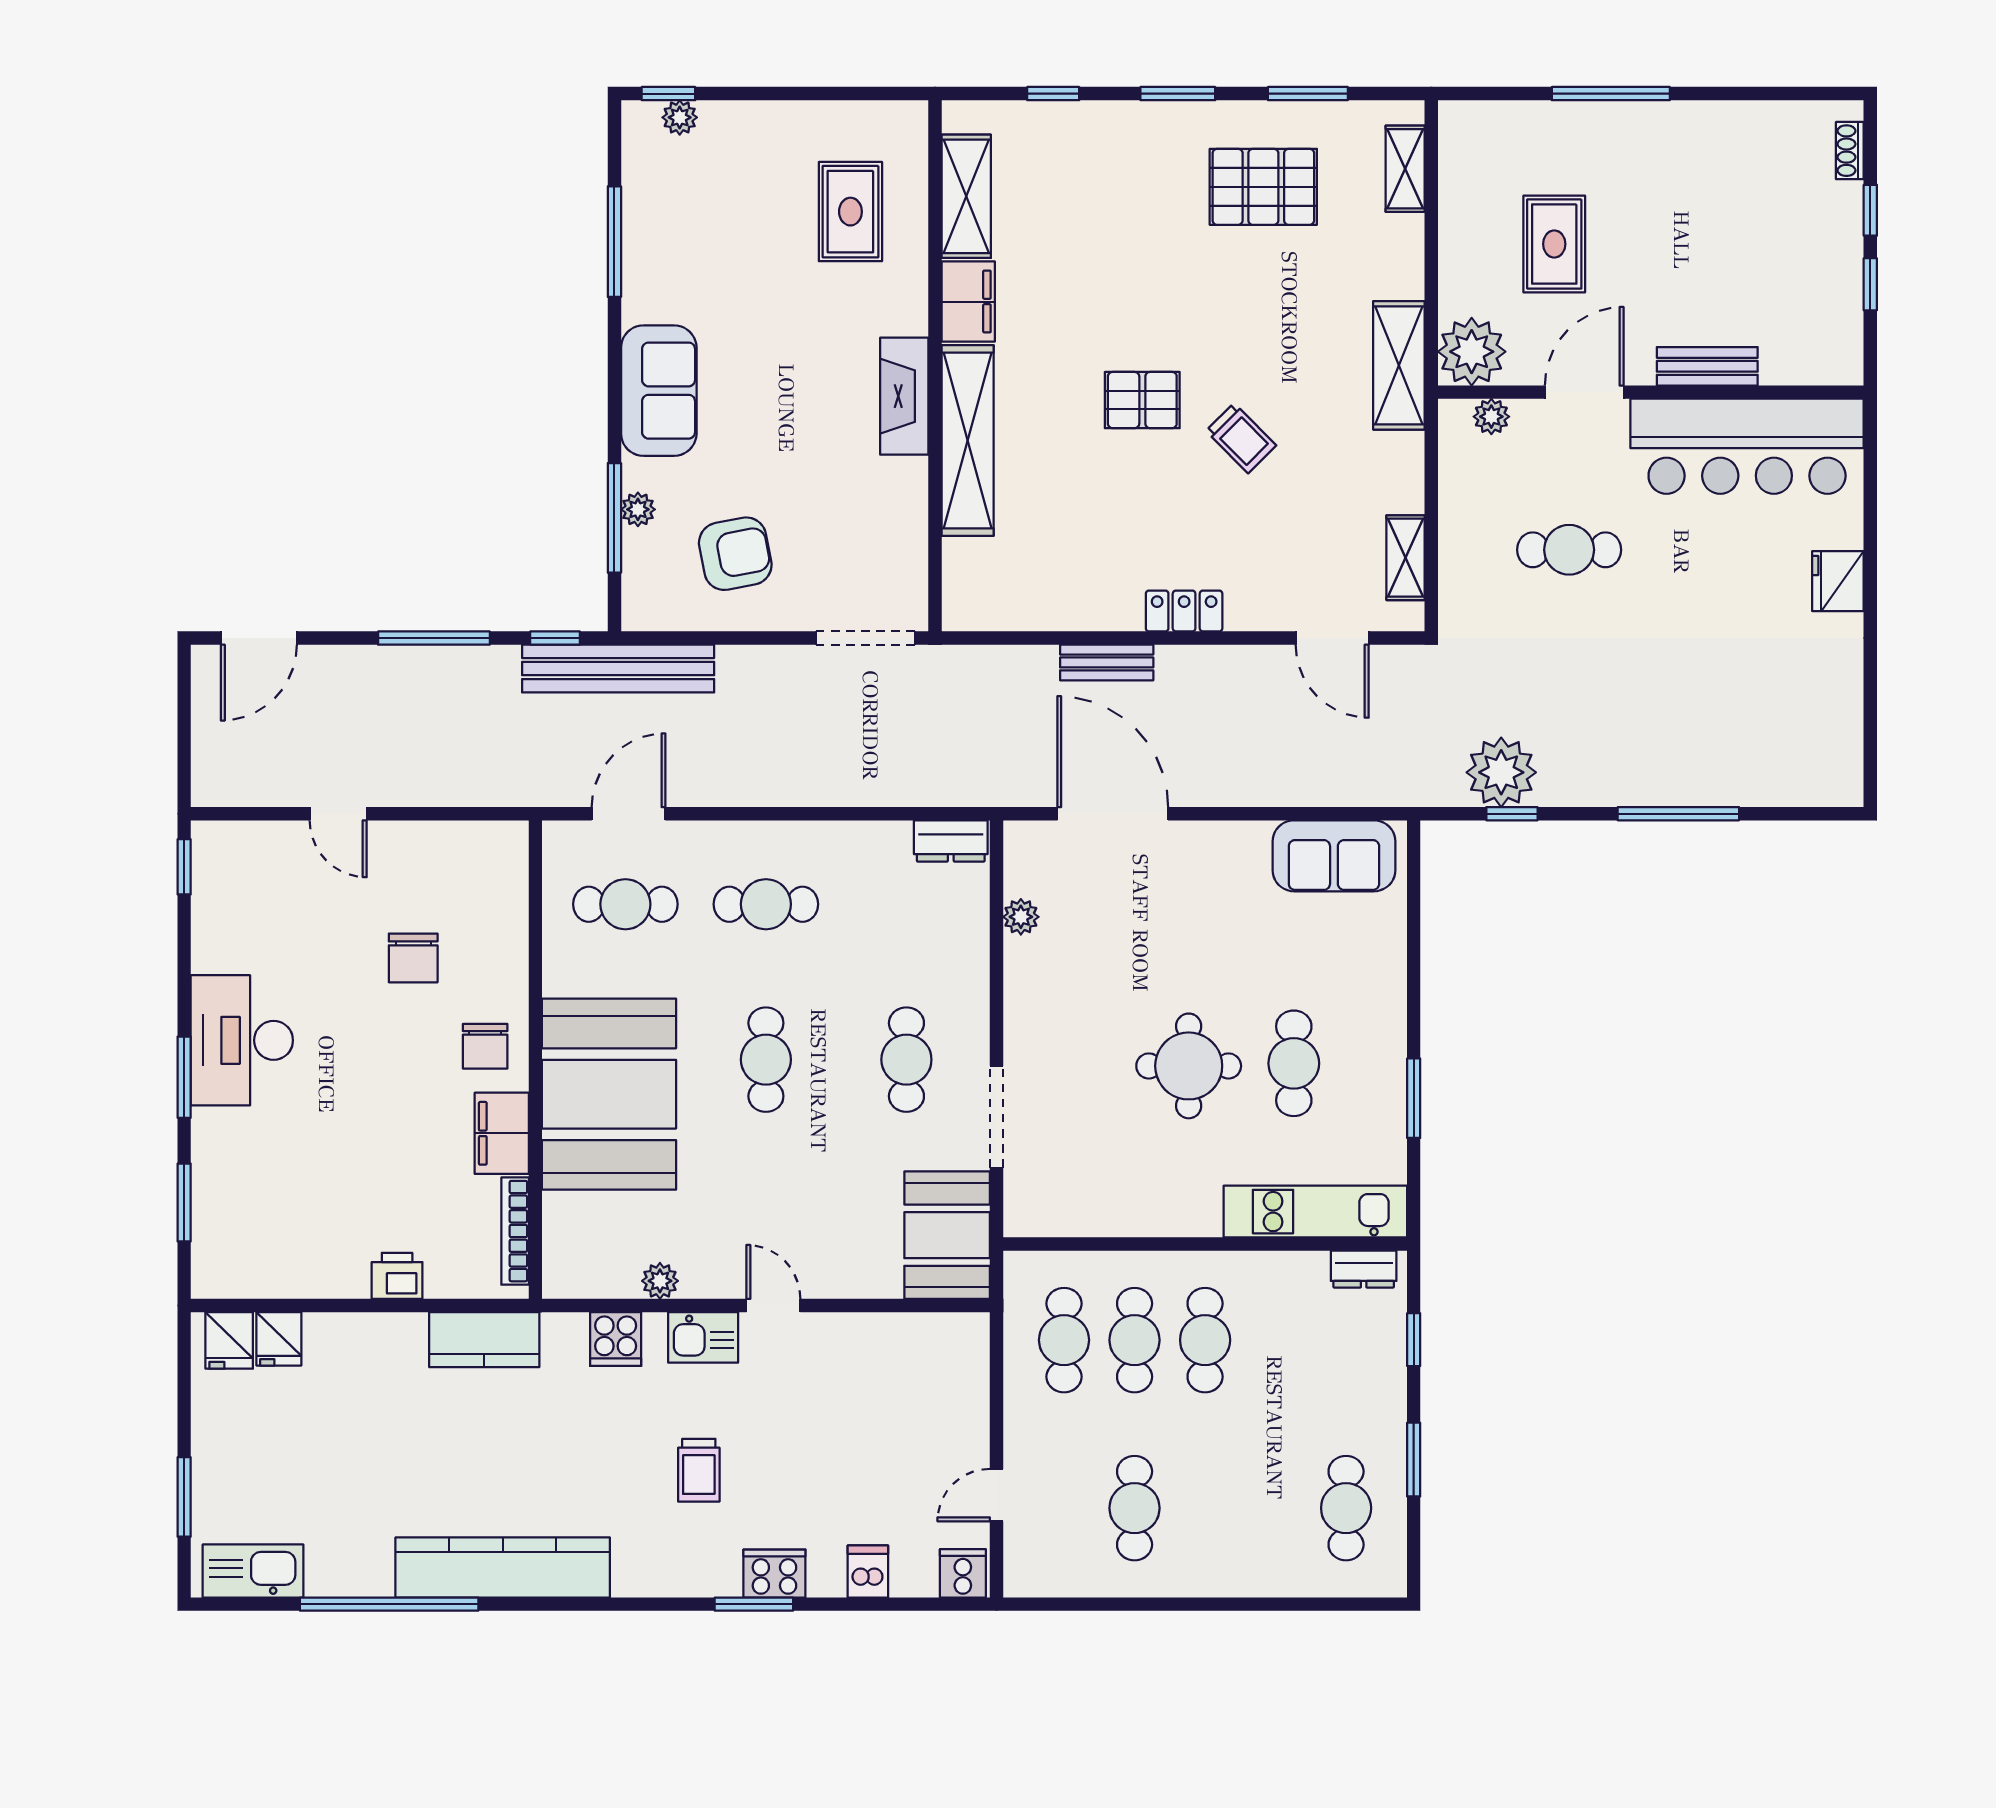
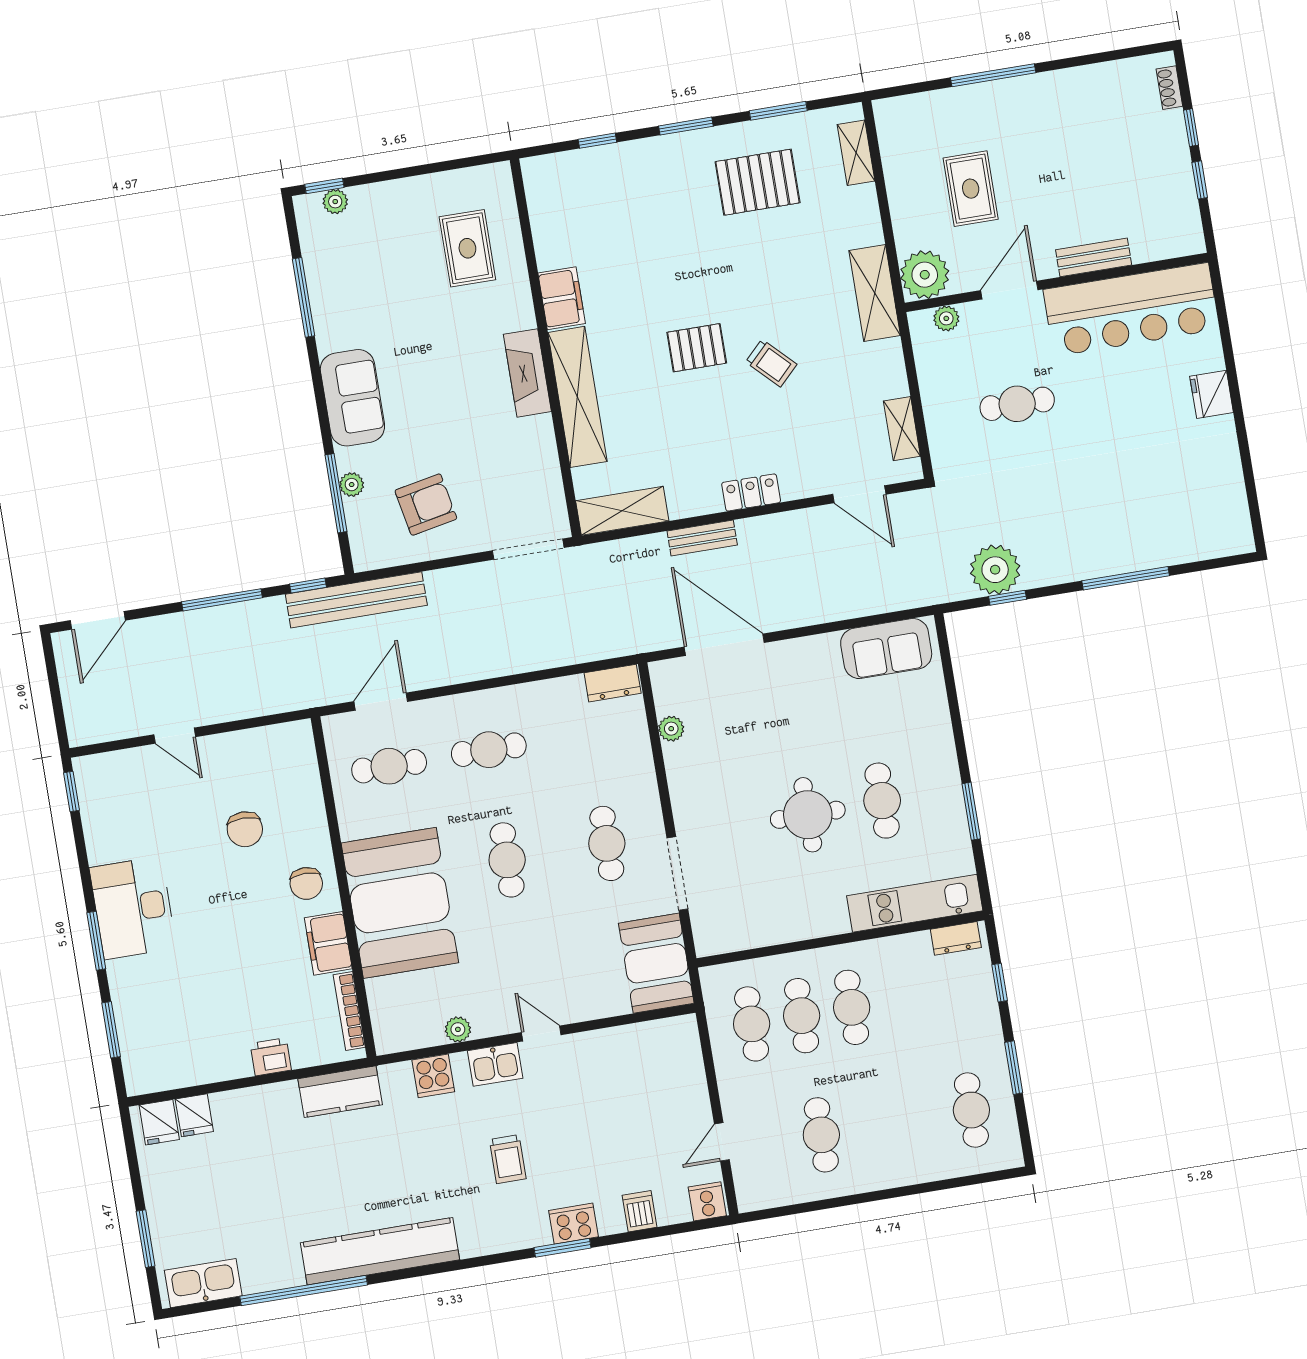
shelving: (966, 196) -> (622, 511), moved, turned 90

